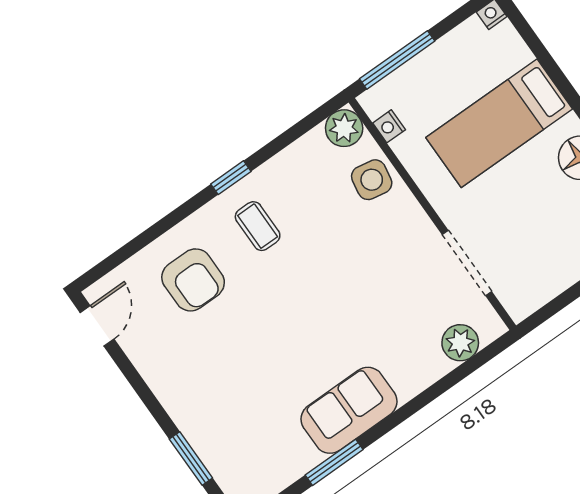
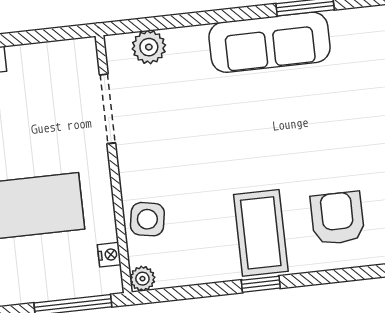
plant: (344, 128) -> (142, 279), width x0.73, depth x0.73
coffee table: (258, 226) -> (261, 233), width x1.86, depth x1.72
sofa: (349, 410) -> (269, 42), width x1.36

